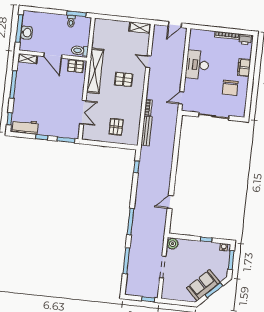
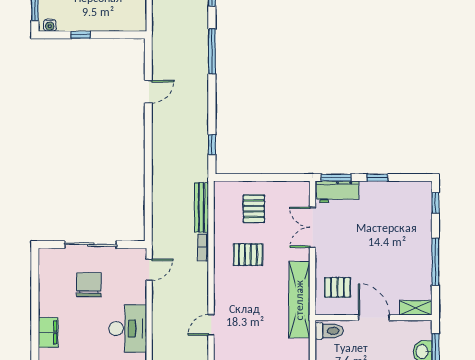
door: (148, 62) -> (211, 325), swing flipped
pallet: (76, 66) -> (337, 287), moved
pallet: (124, 79) -> (248, 255), moved
chair: (230, 88) -> (89, 285), moved
workbench: (25, 127) -> (338, 192), moved
plant: (173, 244) -> (137, 22), removed

